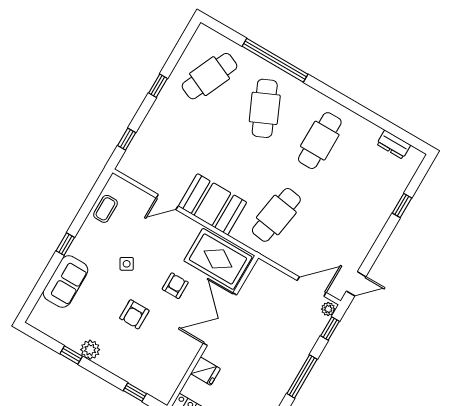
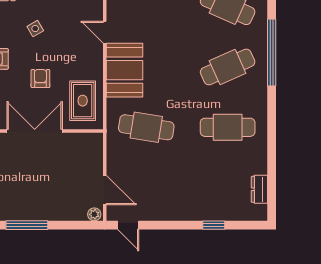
rug: (218, 259) -> (83, 101), width x0.73, depth x0.70
armchair: (175, 286) -> (40, 79), turned -90
window: (330, 329) -> (79, 225), removed

